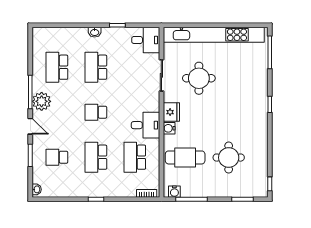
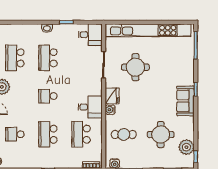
sofa: (258, 118) -> (185, 101), added
cafe table: (185, 157) -> (124, 134), width x0.73, depth x0.74
plant: (259, 172) -> (186, 147), added

